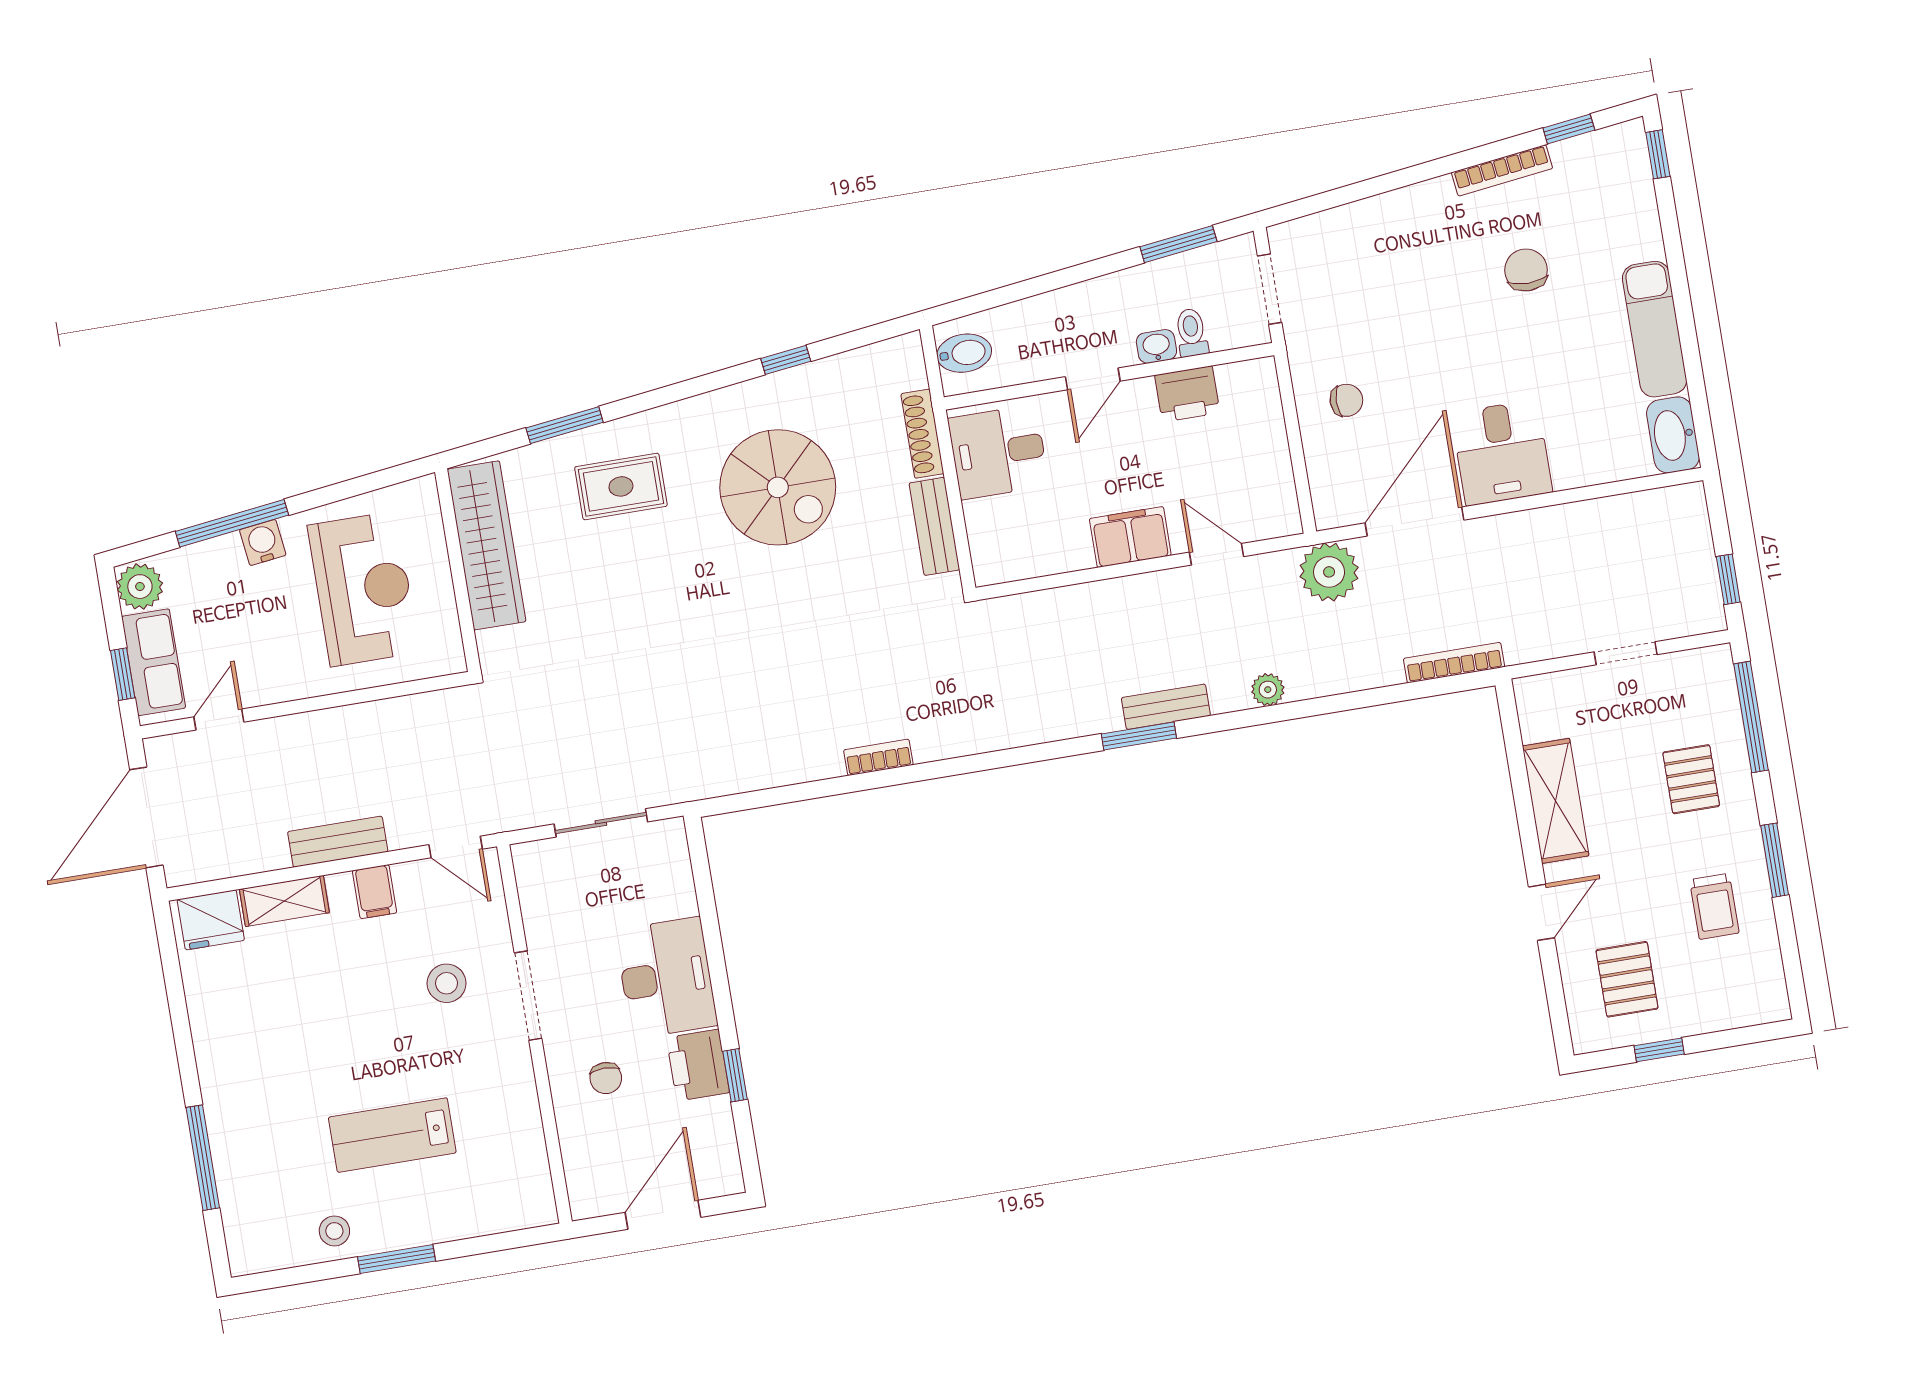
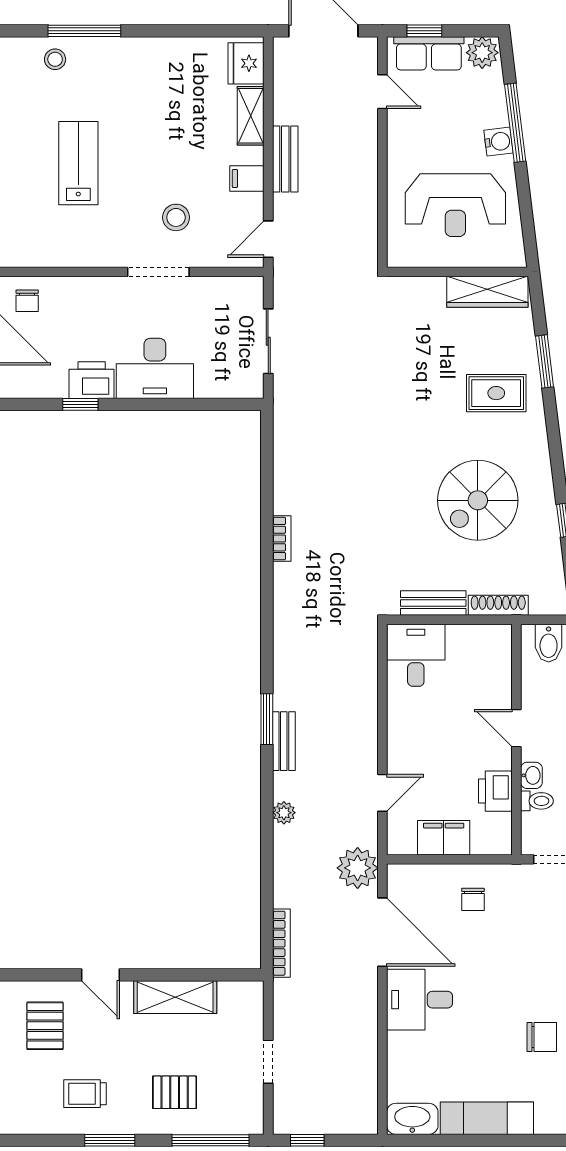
desk: (998, 452) -> (416, 655), moved
rug: (621, 486) -> (496, 393), turned 90
filing cabinet: (1130, 537) -> (444, 838), moved, turned -90
wardrobe: (487, 545) -> (487, 292), width x0.71, depth x0.85
pallet: (1627, 979) -> (45, 1026), turned 90
chair: (606, 1078) -> (27, 301), moved, turned -90
stool: (334, 1231) -> (55, 59), moved

